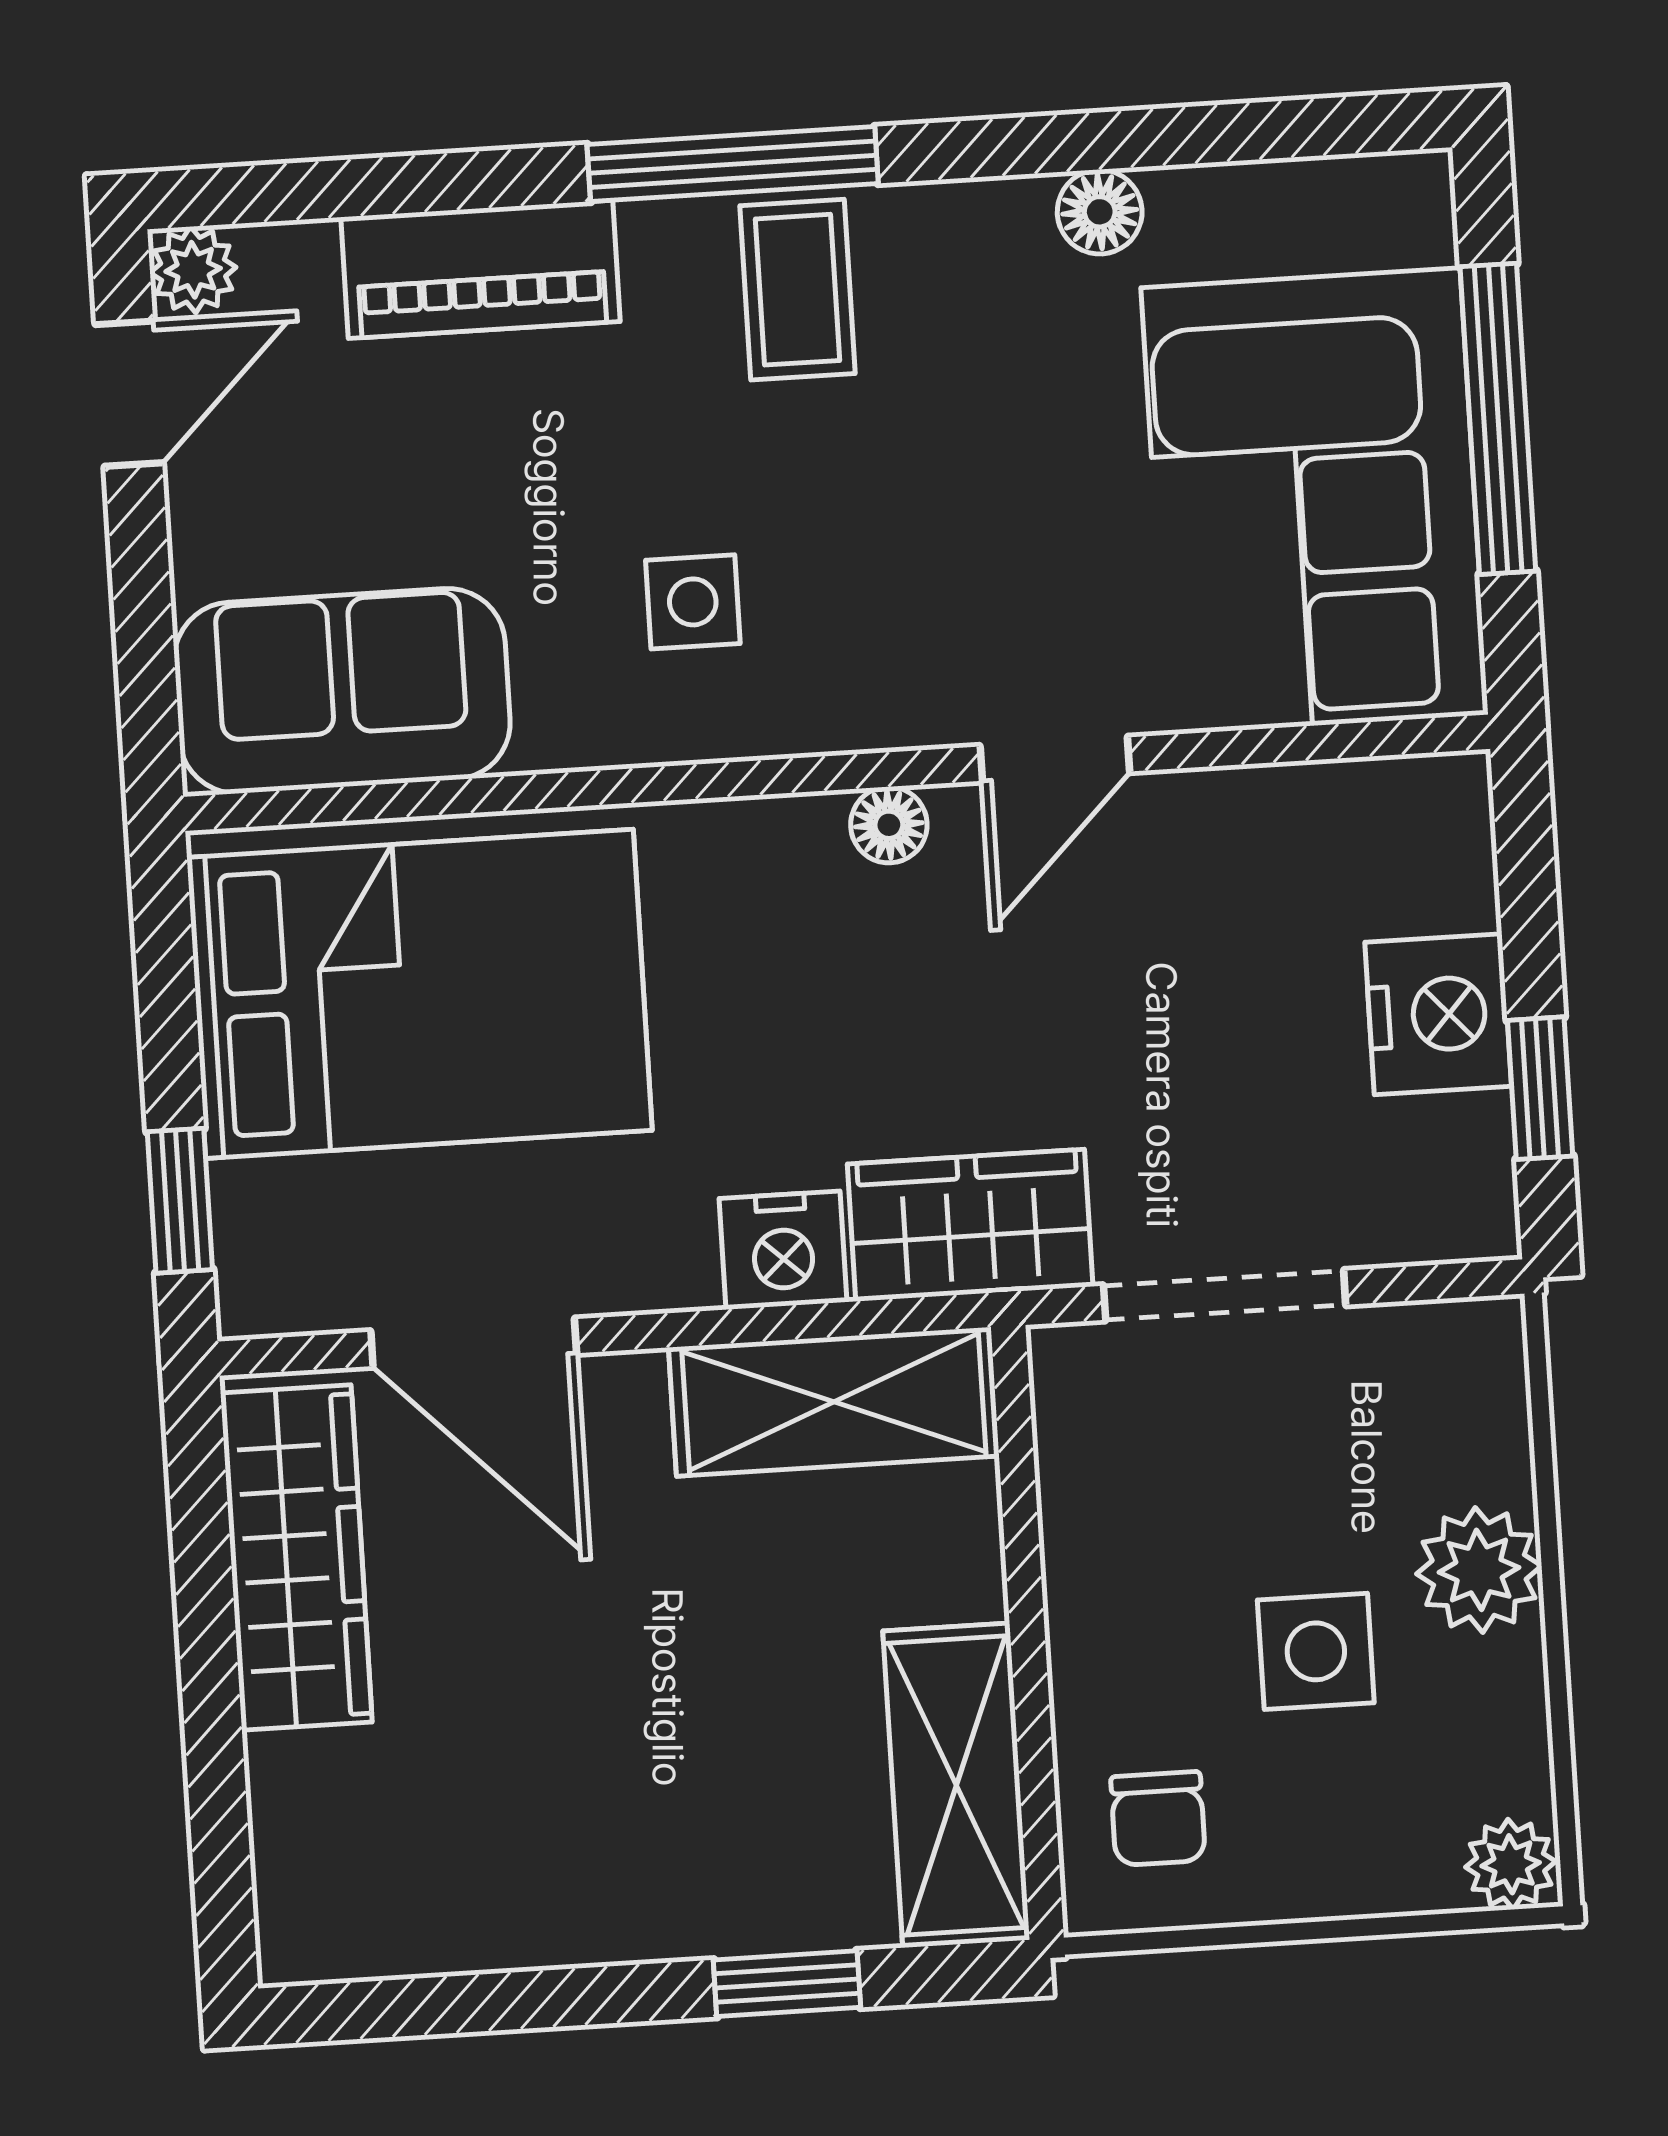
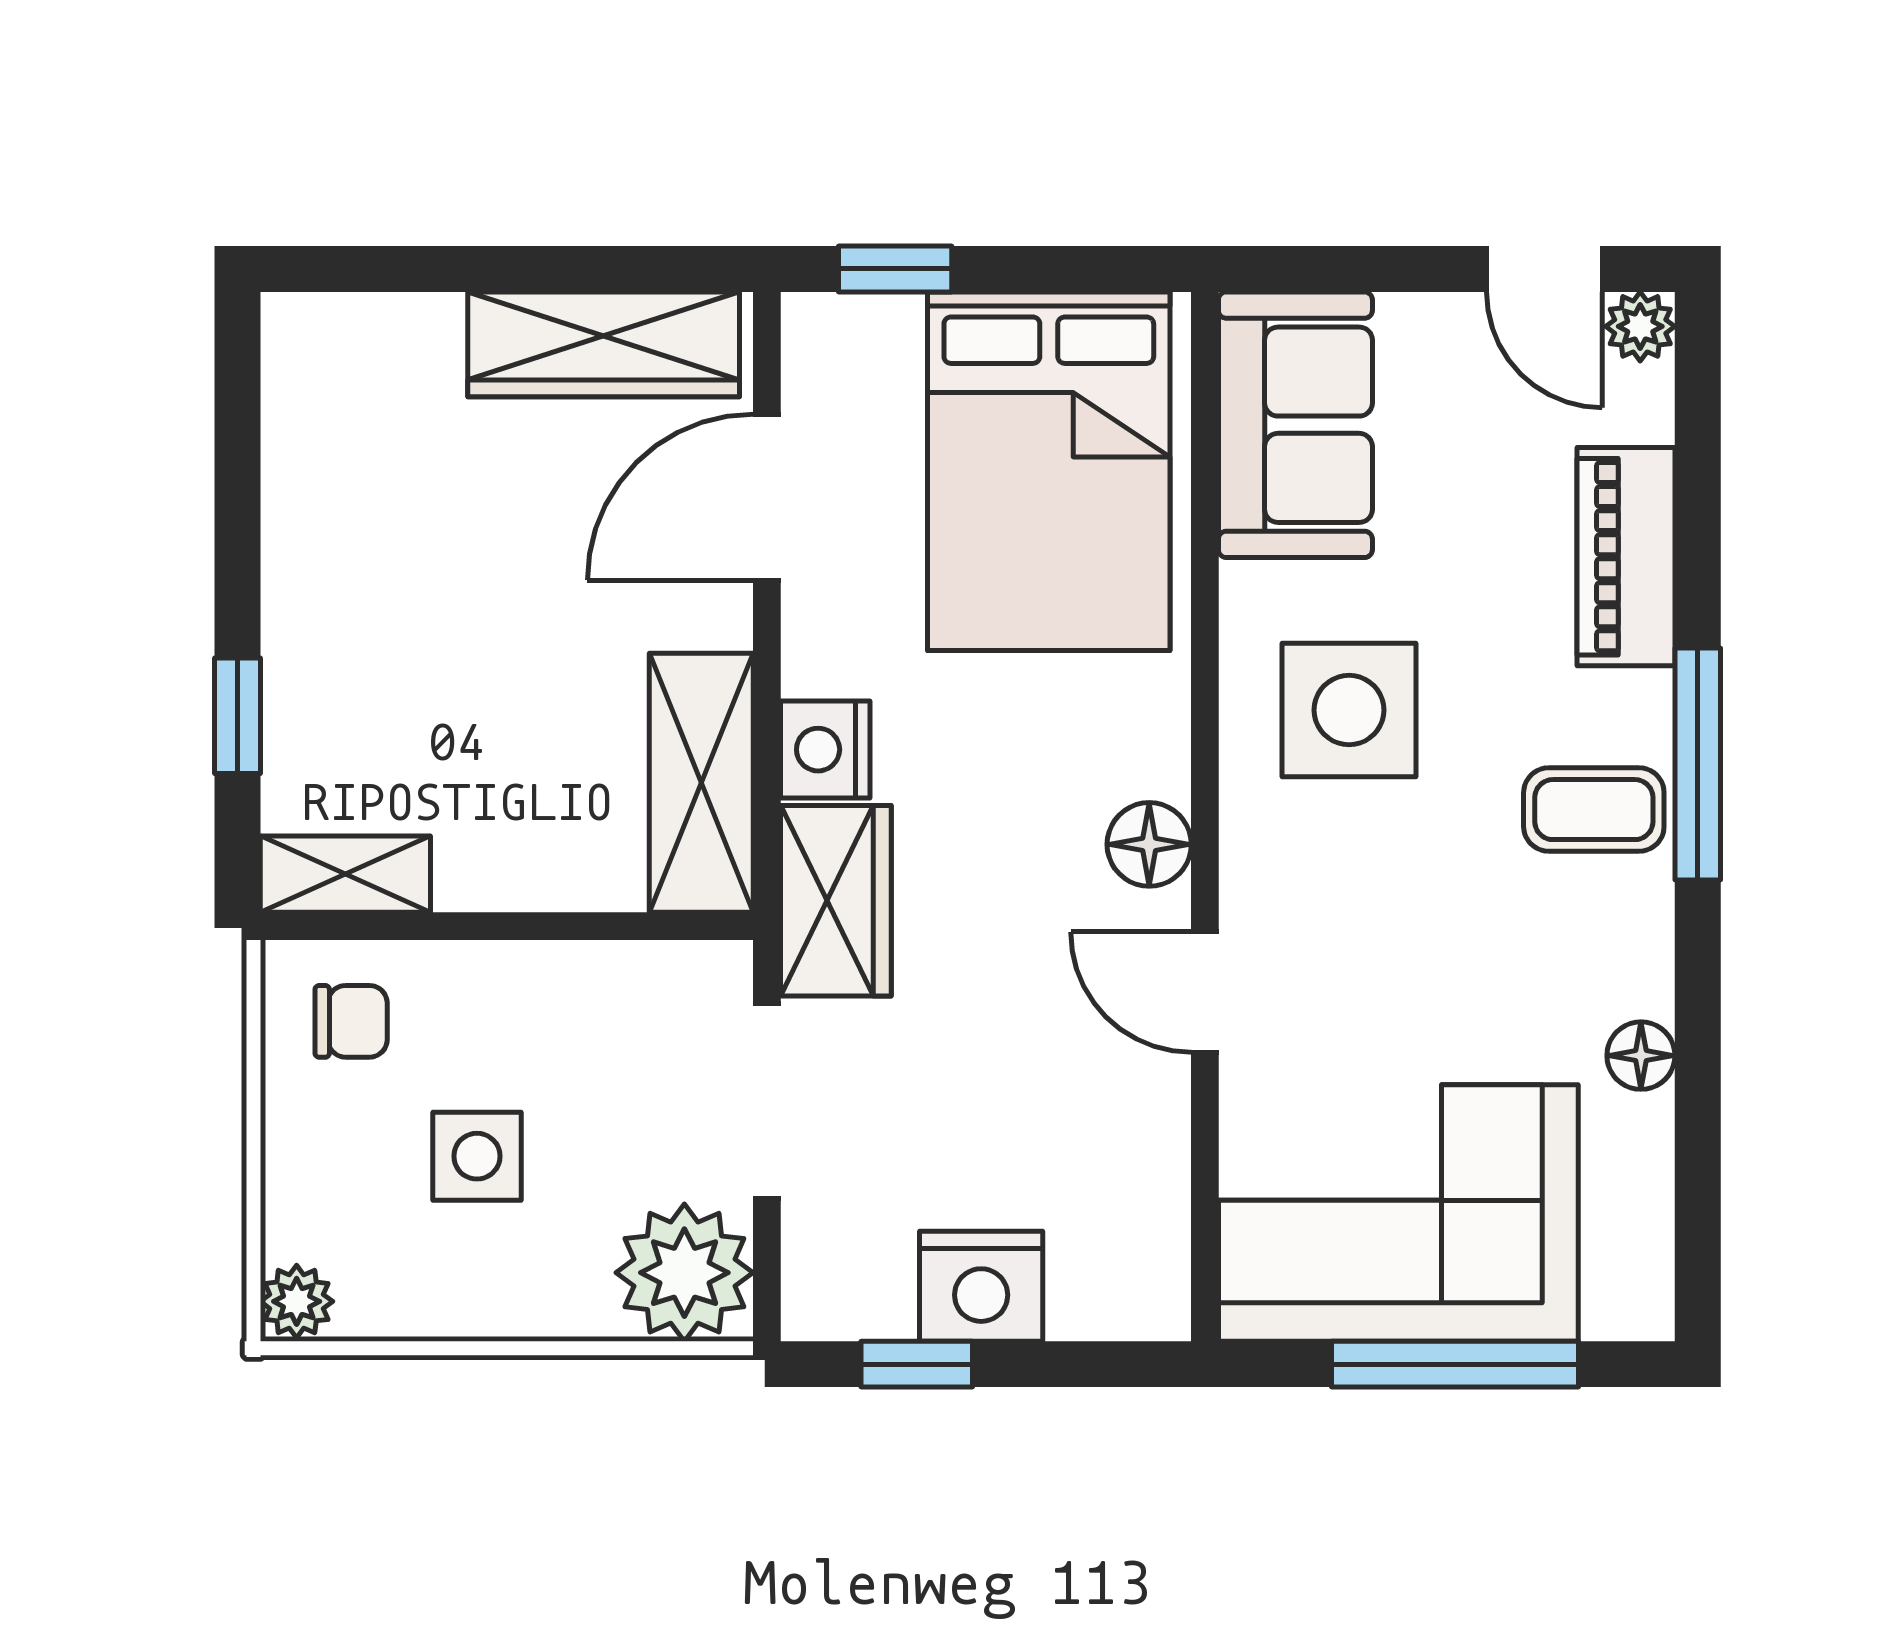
side table: (693, 602) -> (1349, 710), width x1.87, depth x1.87
floor lamp: (889, 825) -> (1149, 844), width x1.37, depth x1.37
plant: (1479, 1570) -> (684, 1273), moved, width x1.36, depth x1.36
shelving: (956, 1785) -> (345, 874), width x0.67, depth x0.75
chair: (1158, 1819) -> (351, 1021), turned 180

